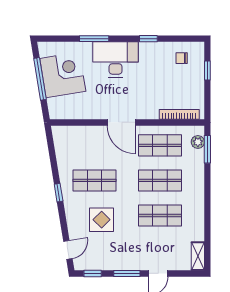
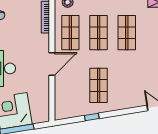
window: (59, 193) -> (92, 117), moved
display table: (102, 220) -> (130, 80), removed

